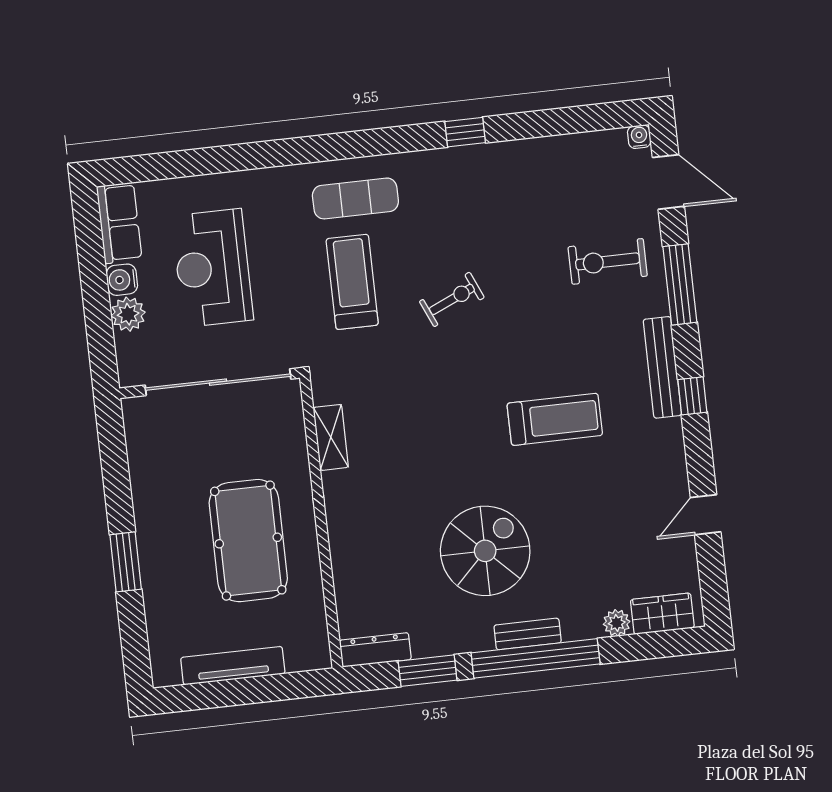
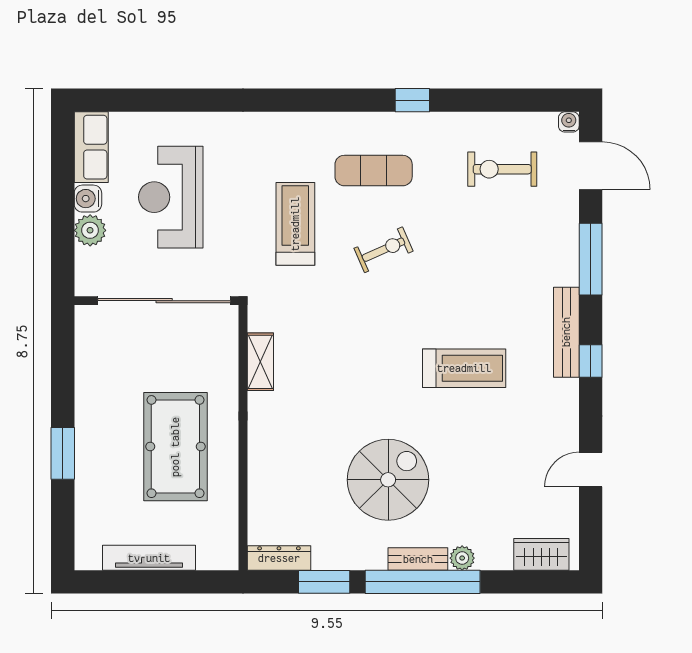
exercise mat: (355, 198) -> (374, 171), moved
exercise bike: (608, 261) -> (502, 169), moved
plant: (617, 623) -> (462, 558), moved

